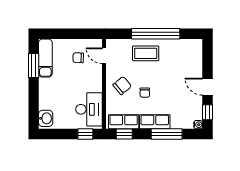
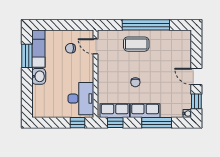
chair: (122, 85) -> (113, 75), removed
washbasin: (46, 118) -> (39, 76), moved

